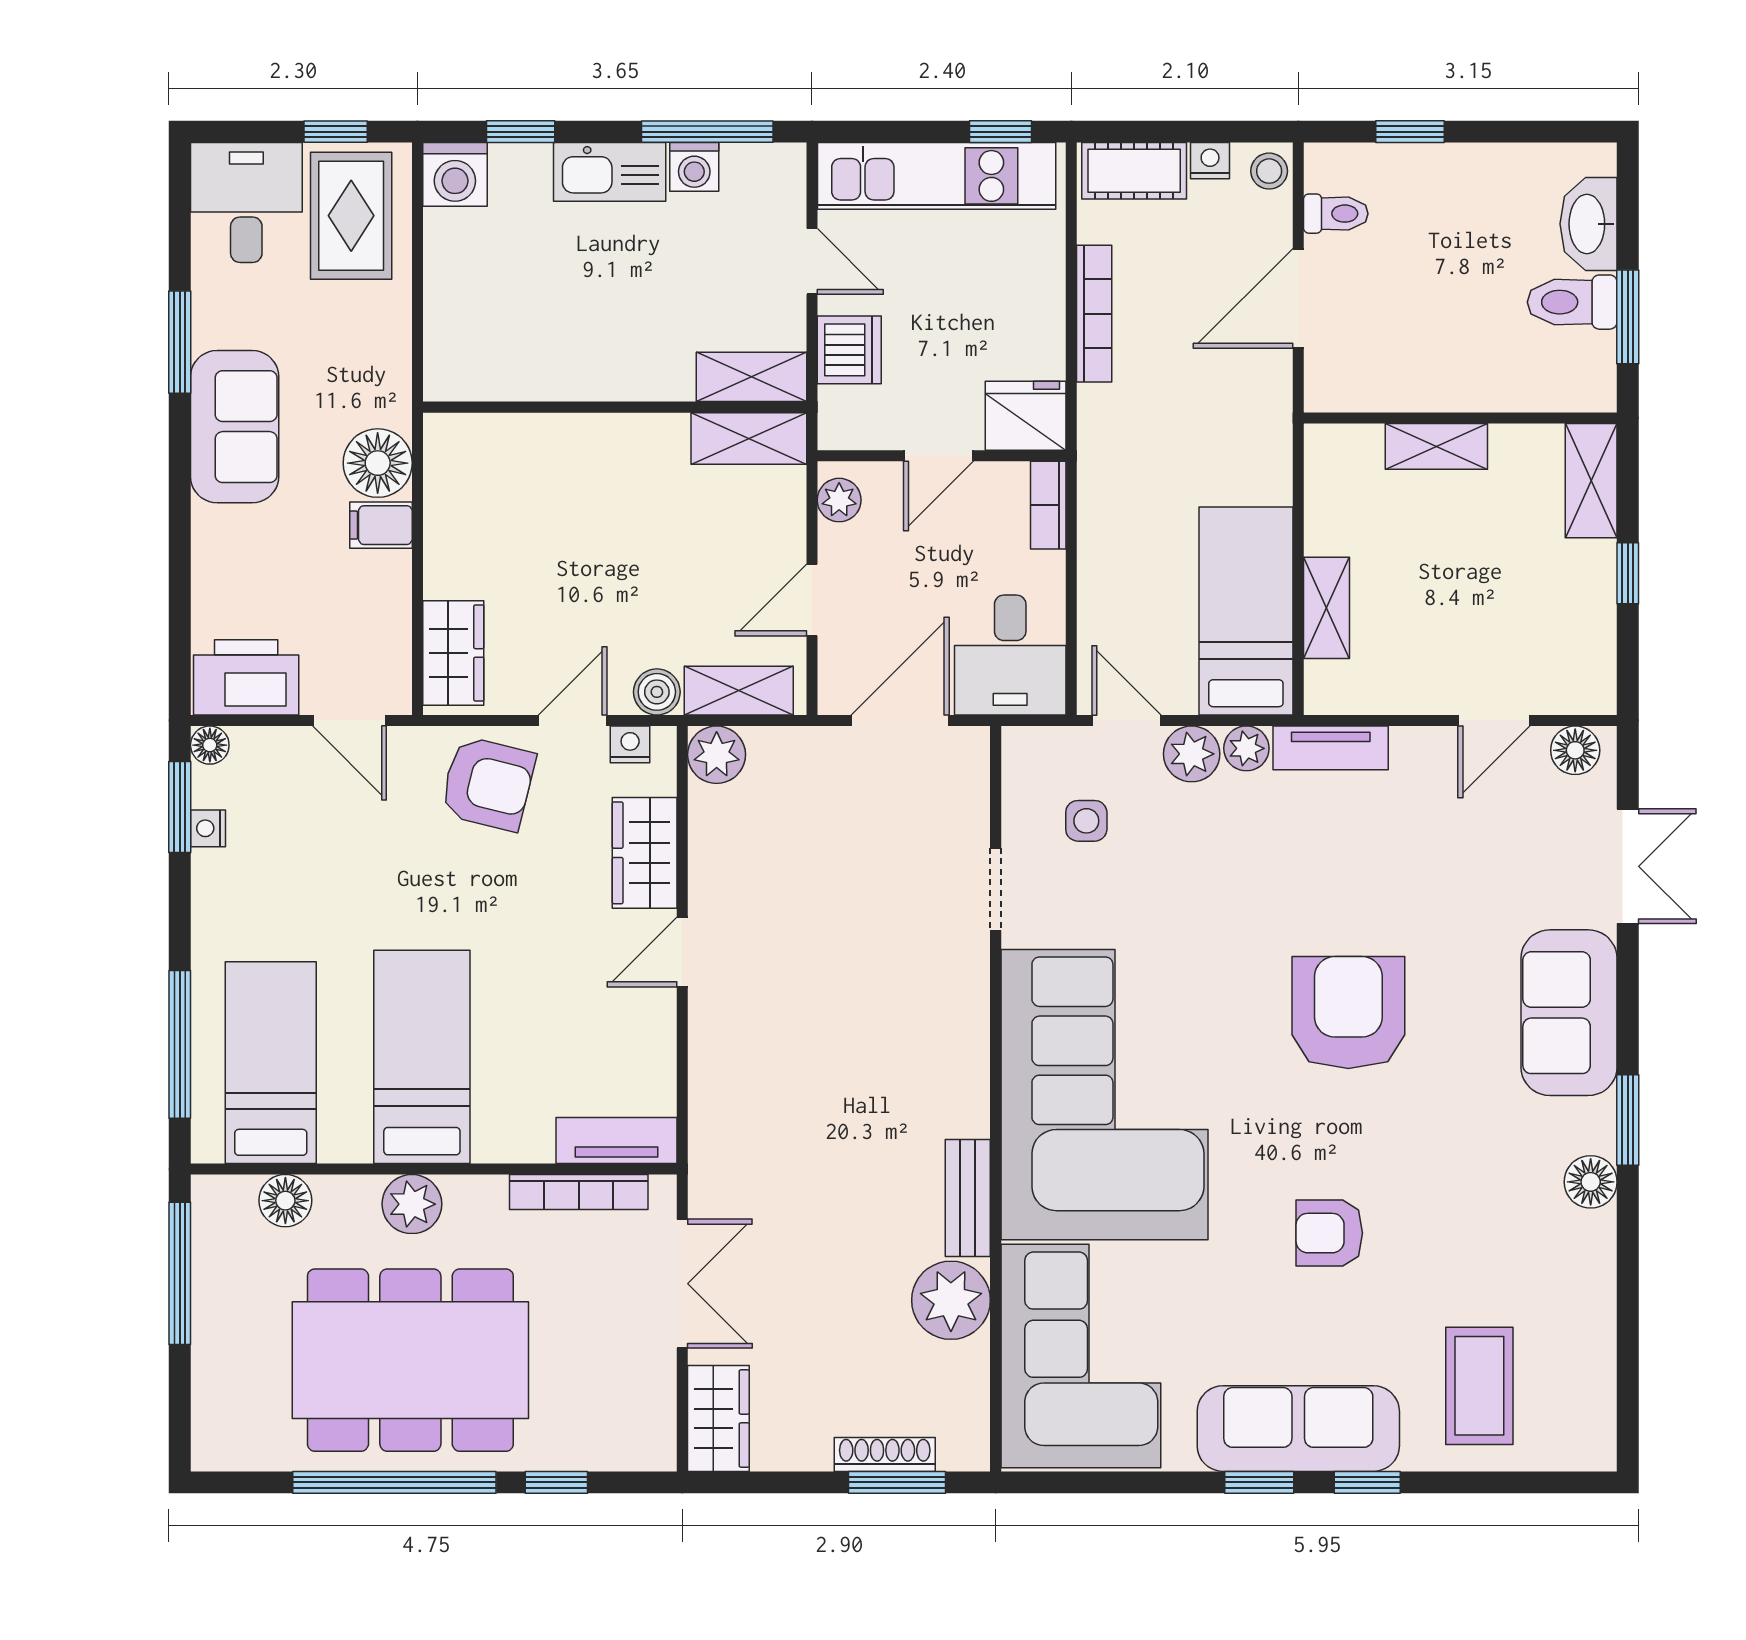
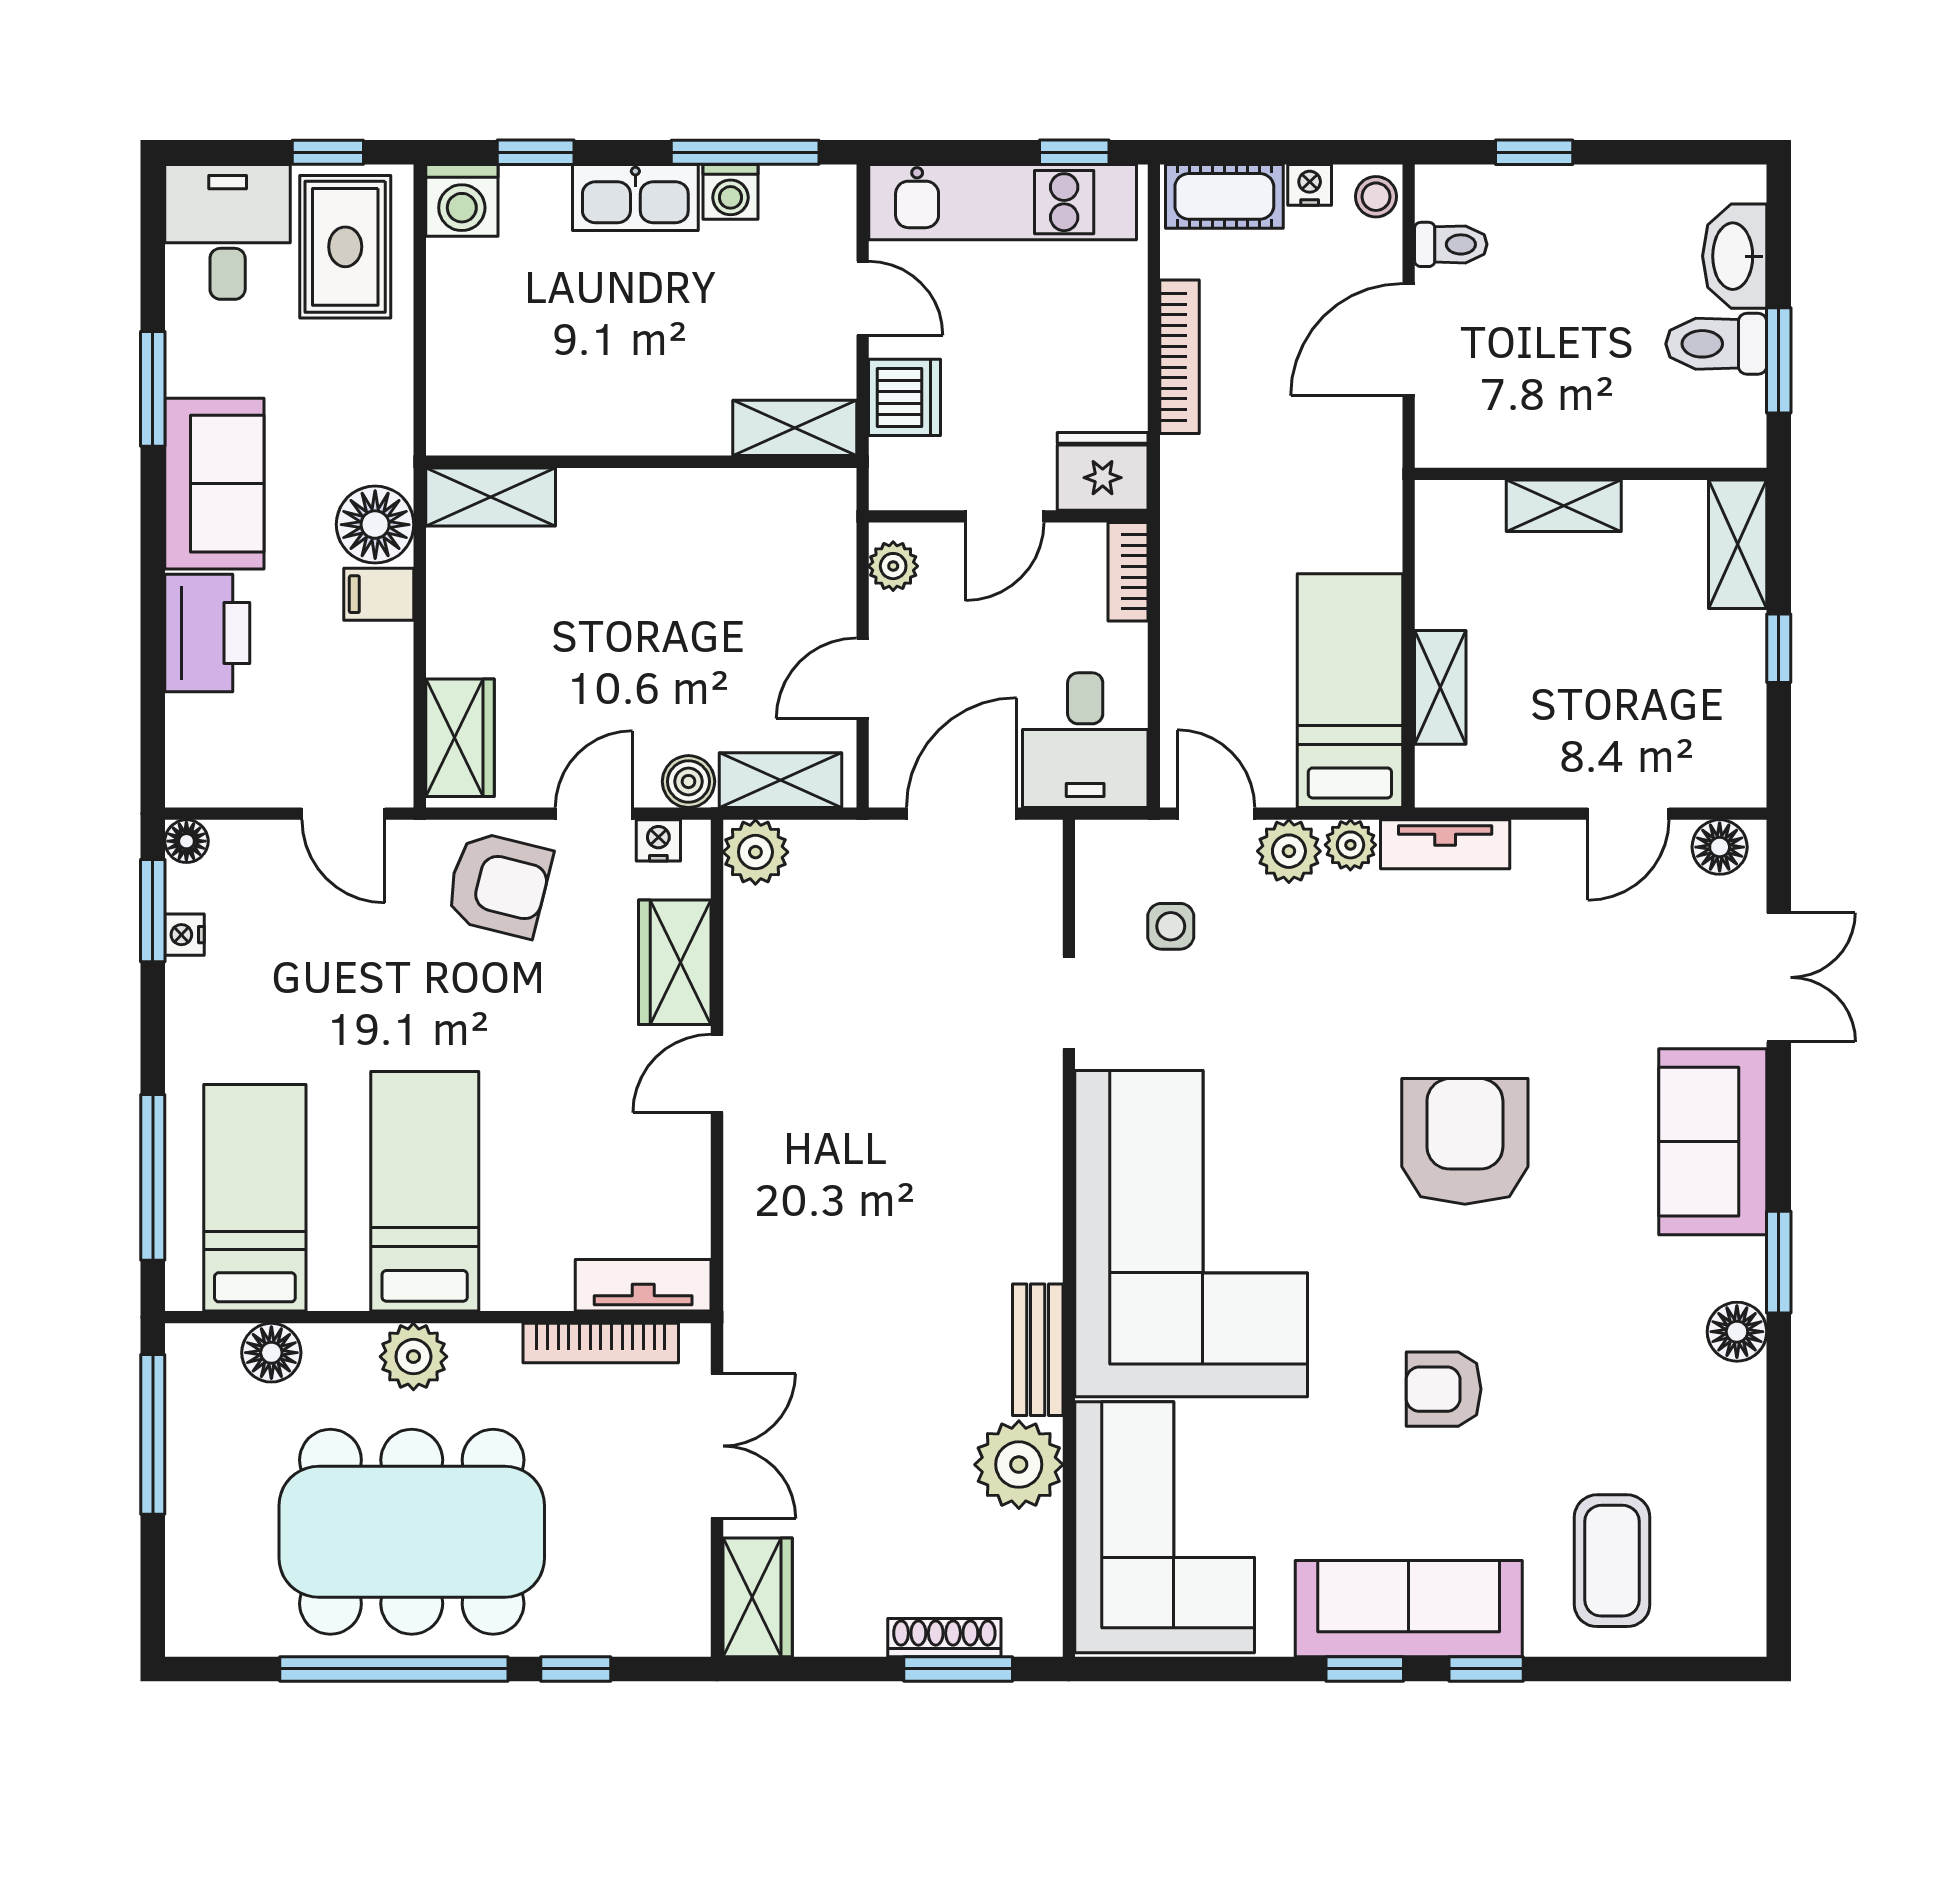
shelving: (749, 438) -> (491, 497), moved
printer: (246, 677) -> (207, 633), moved, turned 90

